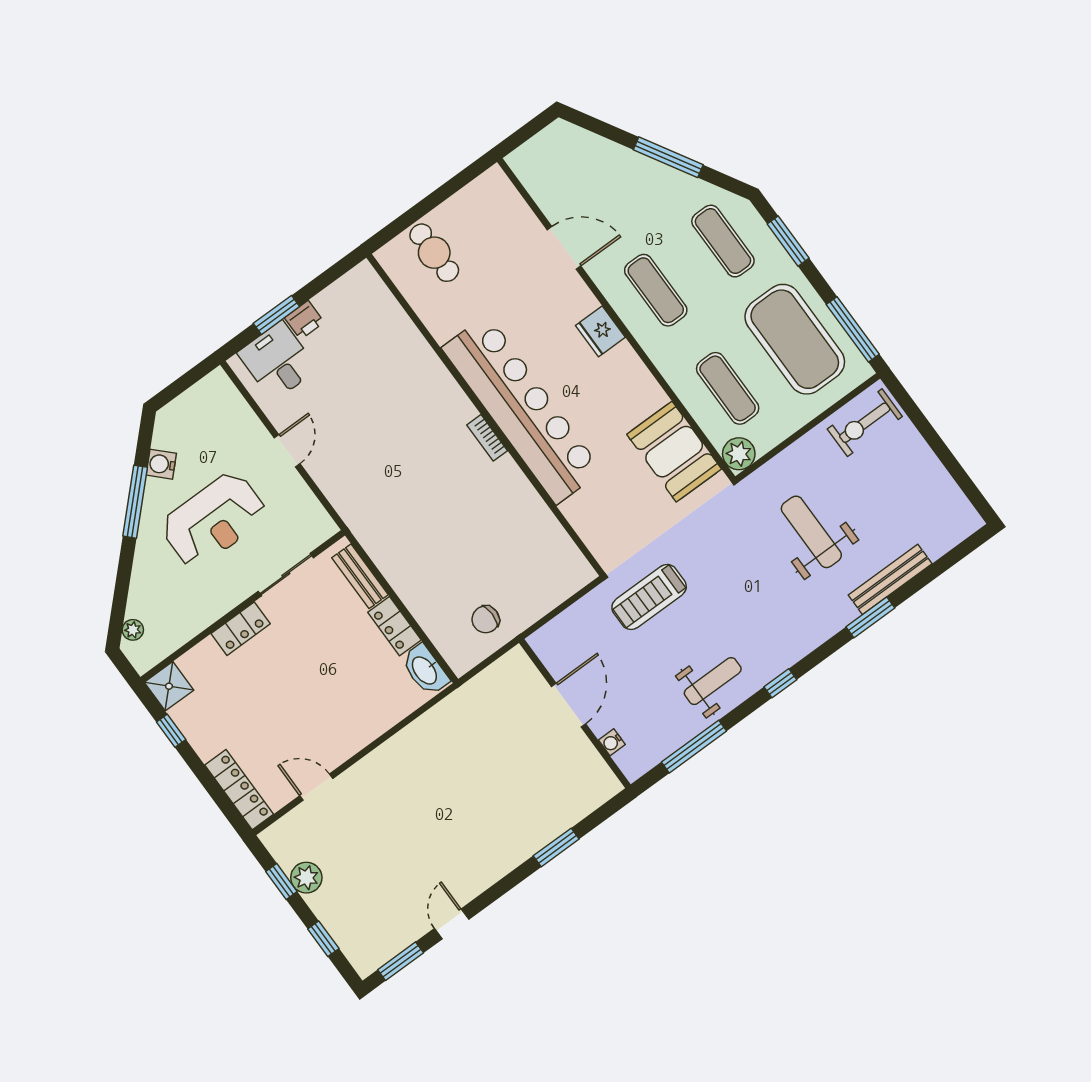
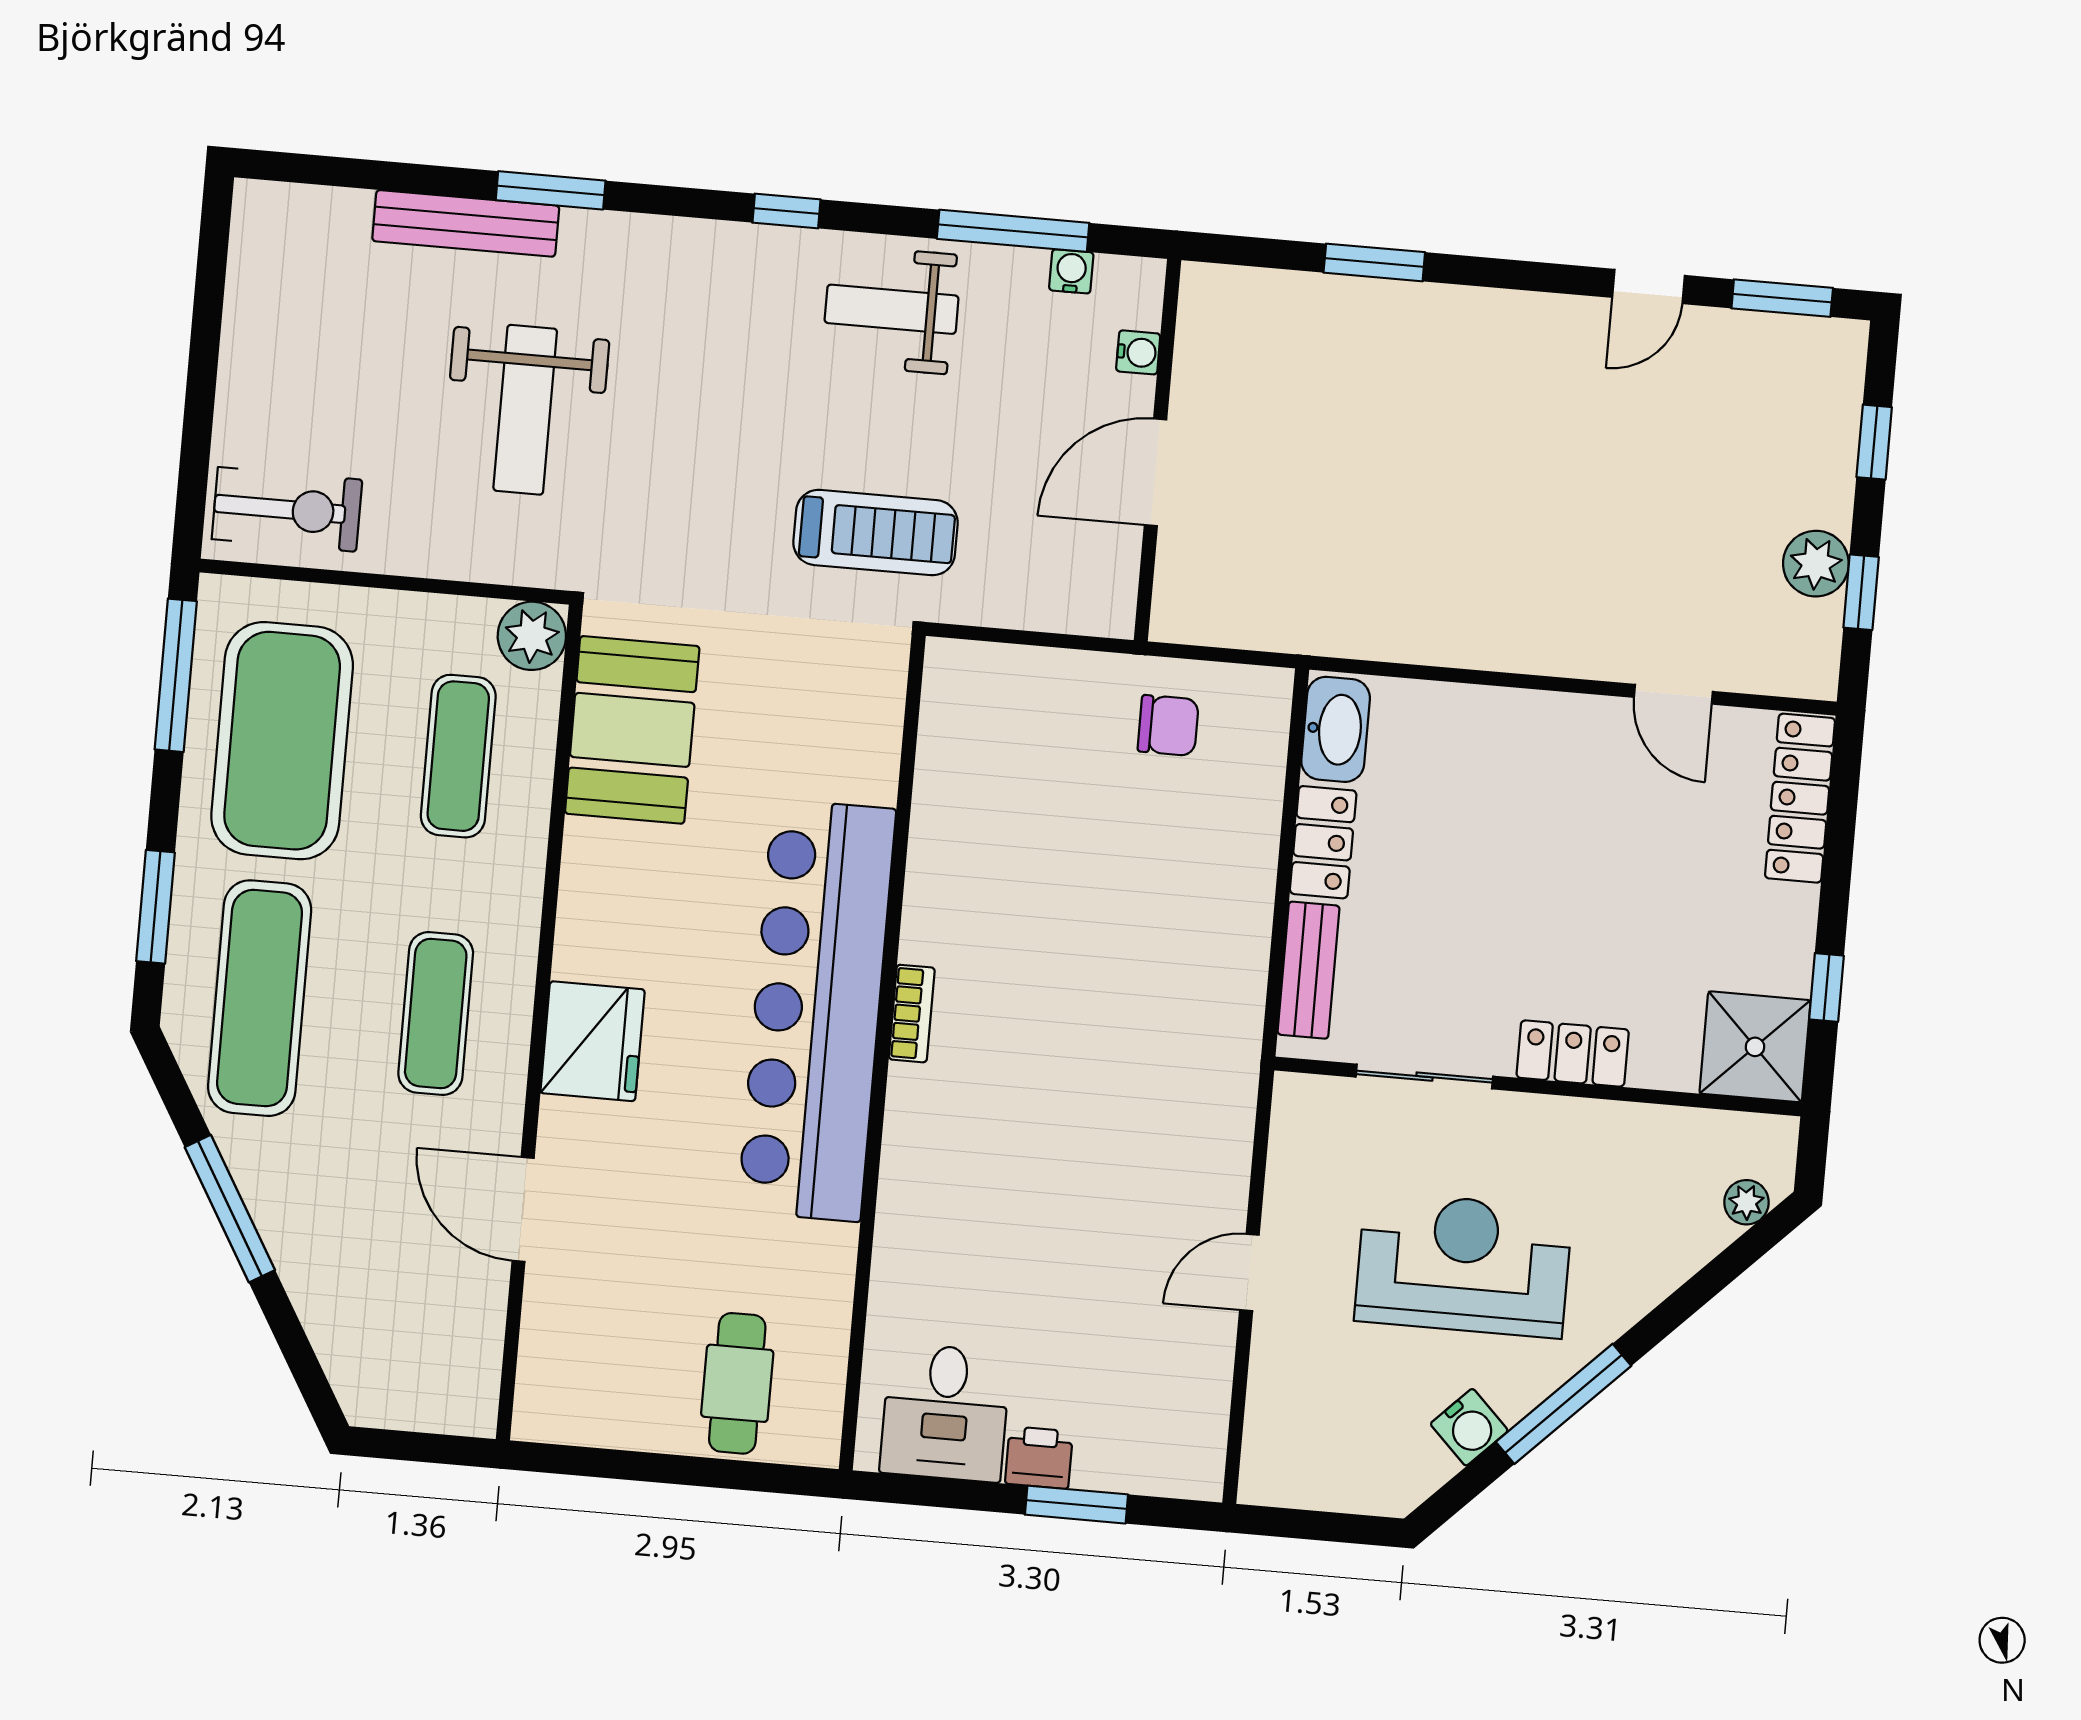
exercise mat: (723, 241) -> (260, 998), width x1.36, depth x1.45
fridge: (600, 331) -> (593, 1041), width x1.36, depth x1.34
desk: (278, 361) -> (945, 1413), moved
shower: (169, 686) -> (1755, 1047), width x1.36, depth x1.36
water cooler: (661, 750) -> (1071, 271), added

